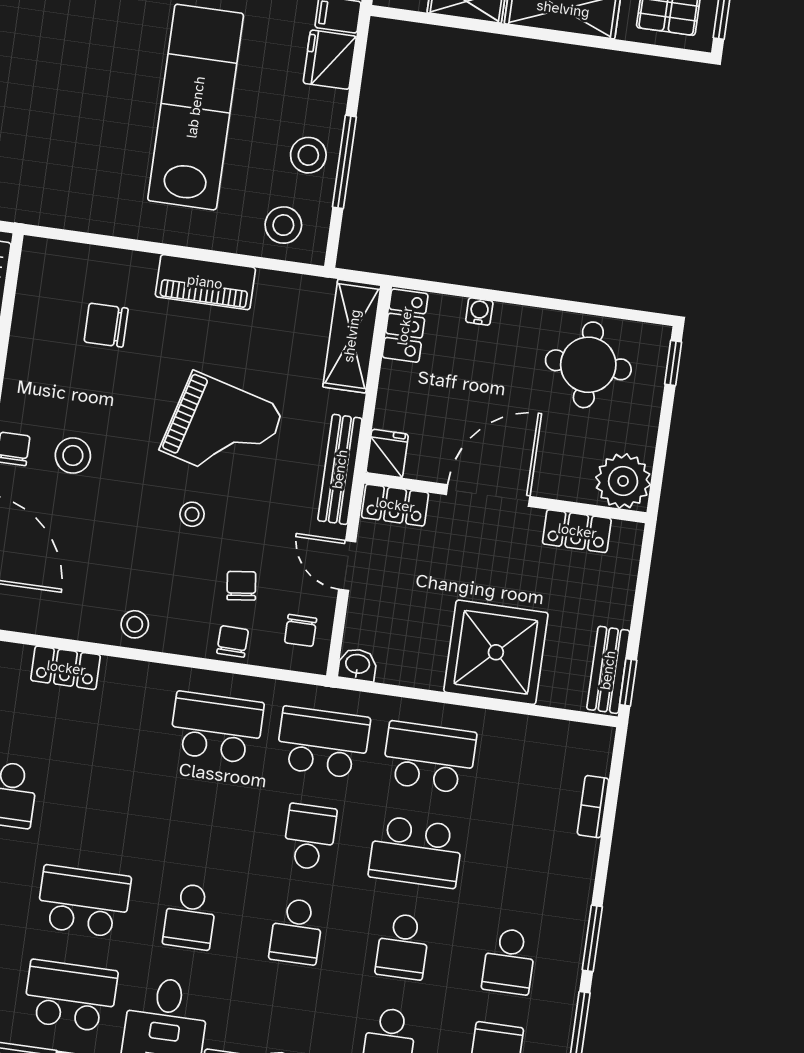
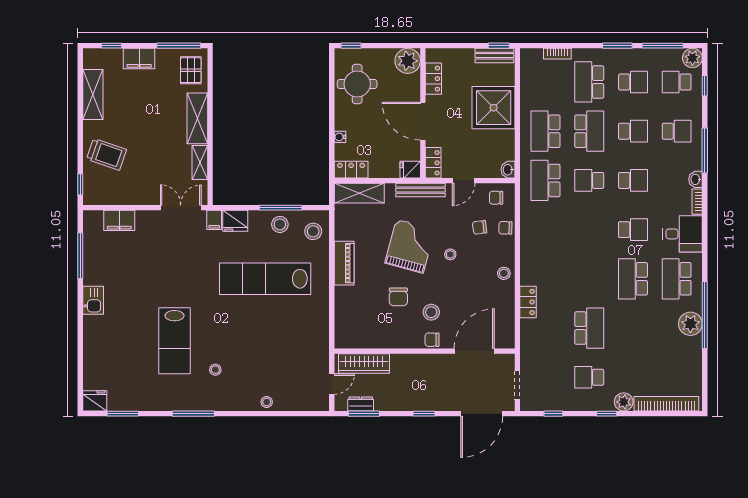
chair: (106, 325) -> (398, 297), moved
chair: (301, 630) -> (496, 198), turned 180
school desk: (217, 728) -> (589, 82), moved

